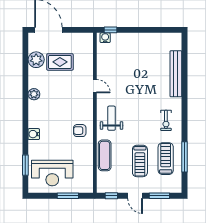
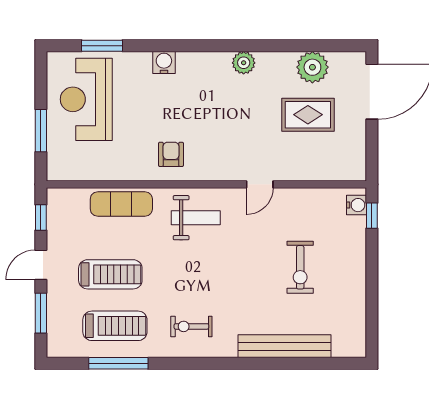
rug: (60, 62) -> (308, 115), turned 90
exercise bike: (136, 66) -> (300, 267), added
treadmill: (140, 161) -> (110, 274), turned 180

